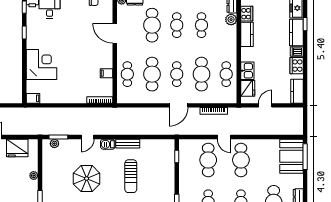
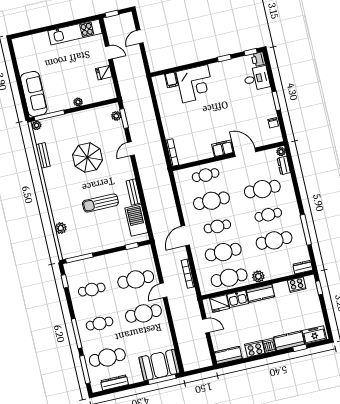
plant: (231, 20) -> (258, 276), moved
cafe table: (201, 25) -> (274, 240), width x1.37, depth x1.35
door: (115, 33) -> (245, 152), hinge flipped
kitchen counter: (247, 34) -> (260, 293), moved
filing cabinet: (106, 73) -> (223, 148), moved, width x2.00
cafe table: (226, 74) -> (229, 278), width x1.37, depth x1.35
filing cabinet: (33, 98) -> (171, 80), moved
door: (178, 105) -> (185, 236), hinge flipped
door: (88, 137) -> (131, 149), hinge flipped
barbecue: (108, 144) -> (136, 220), moved, width x1.88, depth x1.53
fridge: (17, 148) -> (104, 73), width x0.53, depth x0.75

